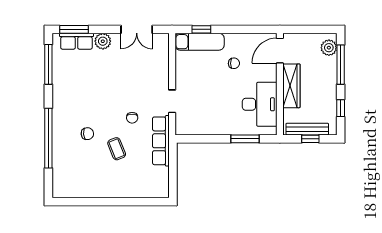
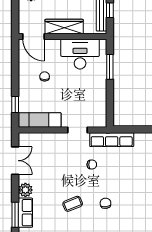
exam couch: (200, 42) -> (40, 120), moved, turned -90
coffee table: (117, 149) -> (73, 204), moved

